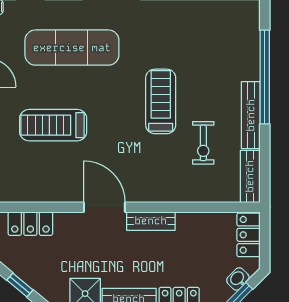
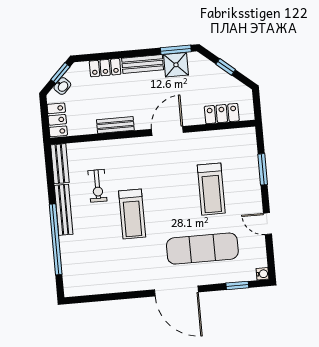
treadmill: (53, 125) -> (211, 189), turned 90
exercise bike: (203, 143) -> (97, 186), turned 180
door: (104, 207) -> (167, 131), swing flipped
bench: (151, 221) -> (115, 125), moved

